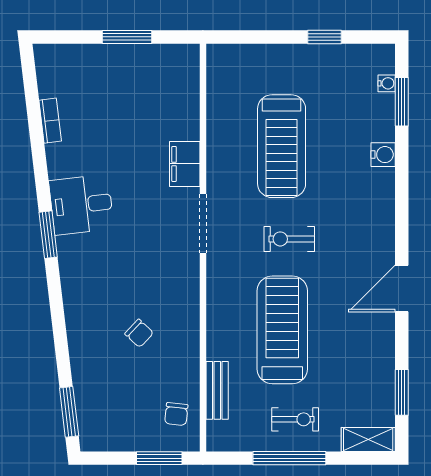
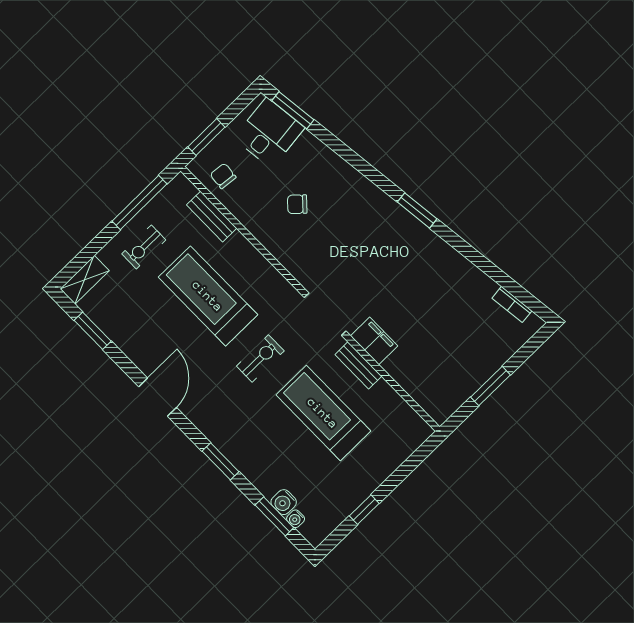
bookcase: (50, 121) -> (512, 304), moved
water cooler: (383, 155) -> (284, 502), moved
bench: (216, 157) -> (358, 365), added
window: (402, 188) -> (221, 461), added
desk: (81, 205) -> (269, 133), moved
treadmill: (282, 330) -> (208, 296), turned 180
window: (289, 458) -> (140, 202), moved

